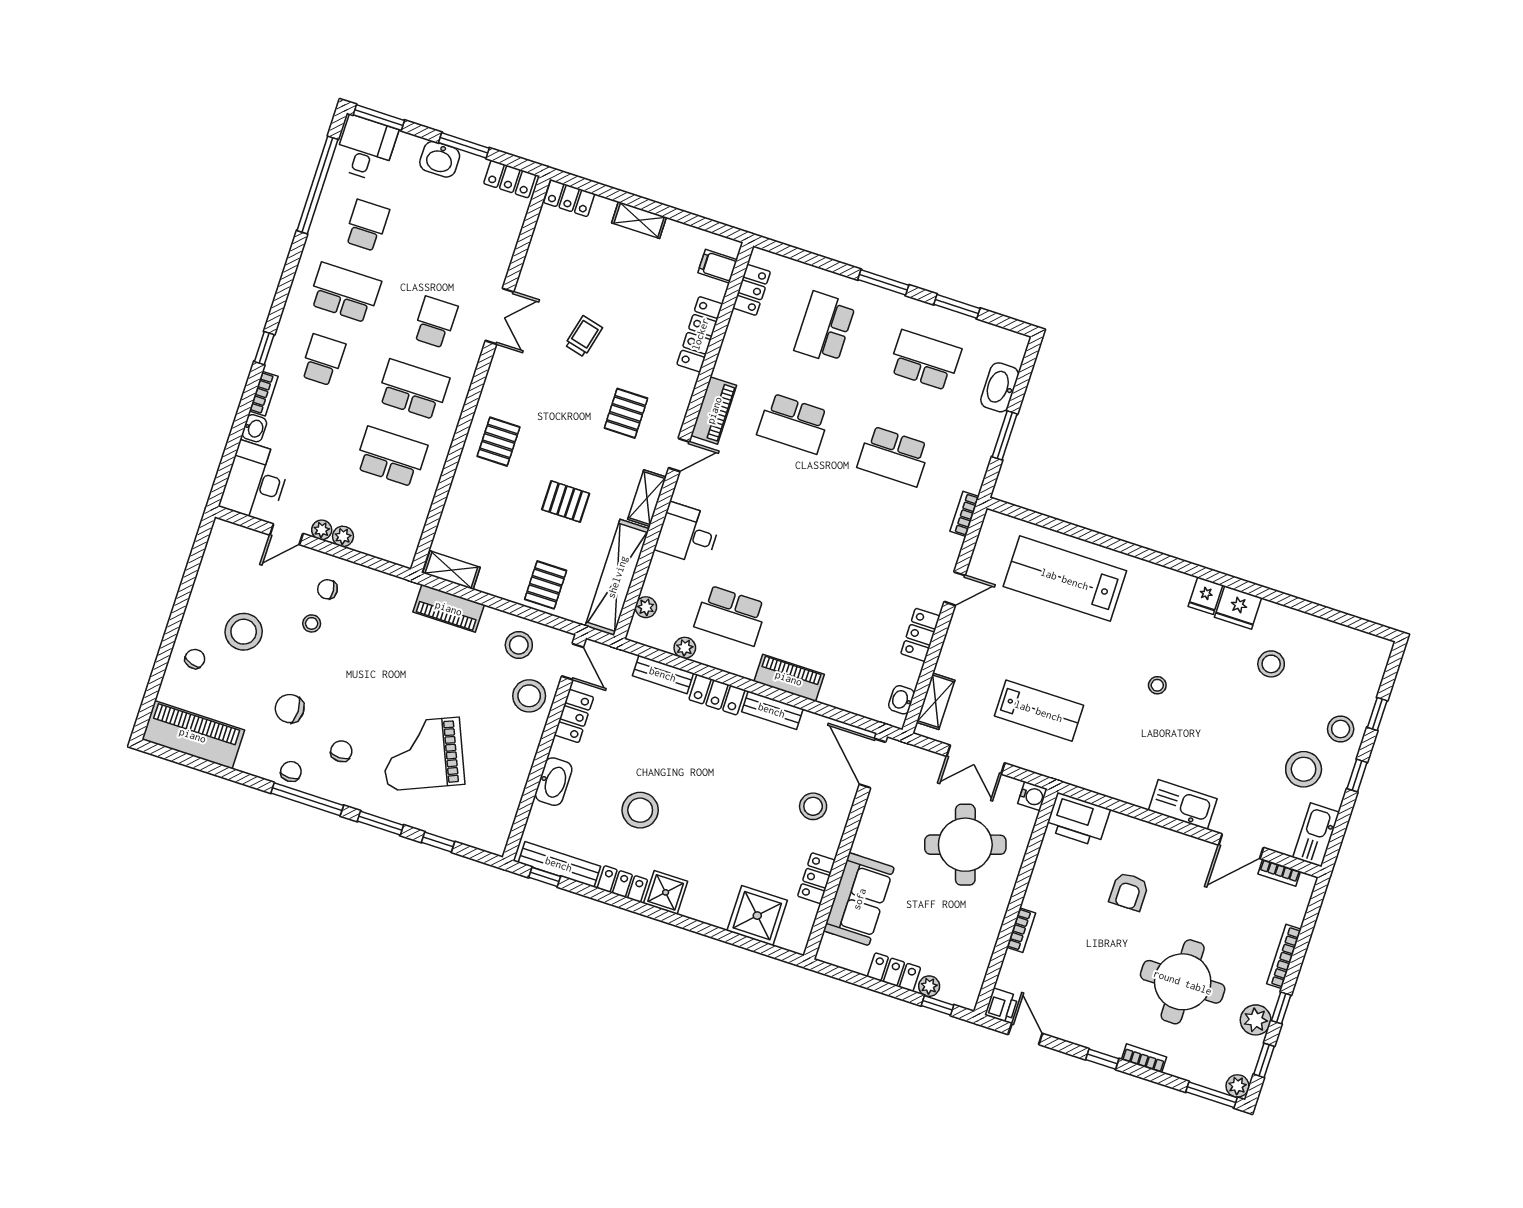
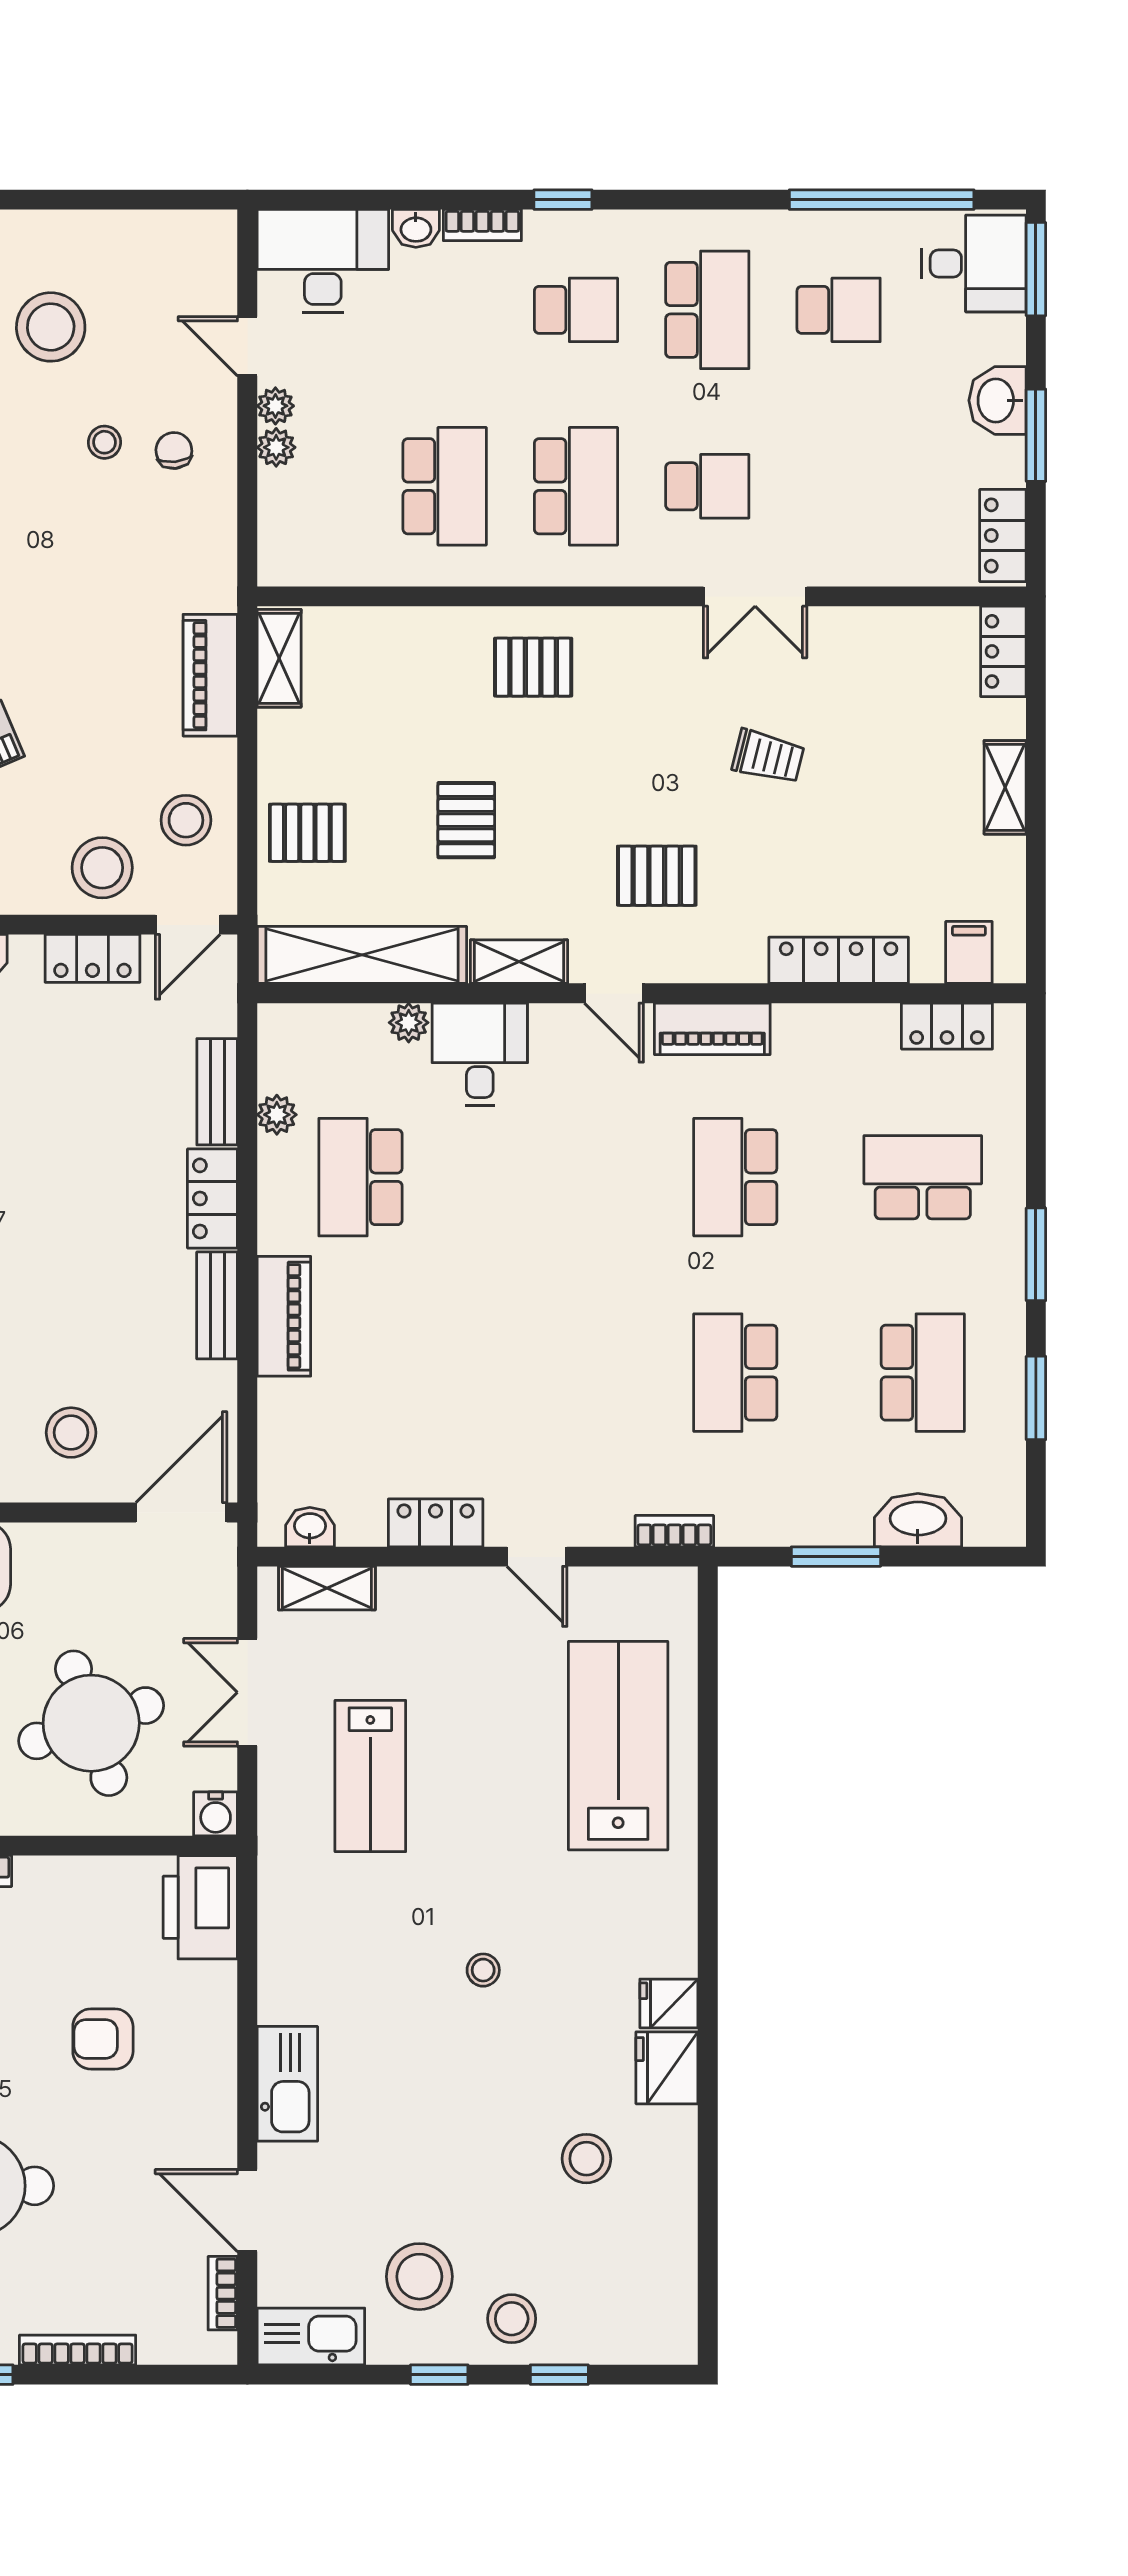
plant: (646, 607) -> (409, 1023), moved

